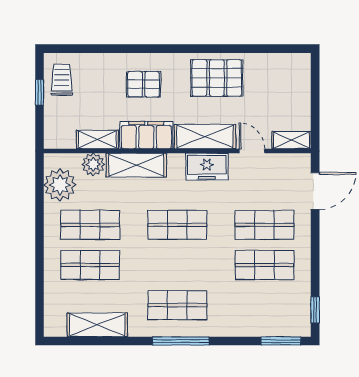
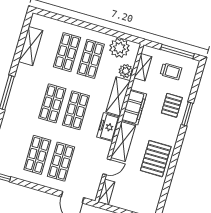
window: (133, 49) -> (187, 114), added
trolley: (62, 80) -> (171, 71), moved
pallet: (144, 84) -> (172, 105), moved
window: (40, 92) -> (177, 52), width x2.17
shelving: (97, 139) -> (143, 67), moved
freezer: (207, 167) -> (108, 127), moved
shop shelf: (177, 305) -> (52, 103), moved

